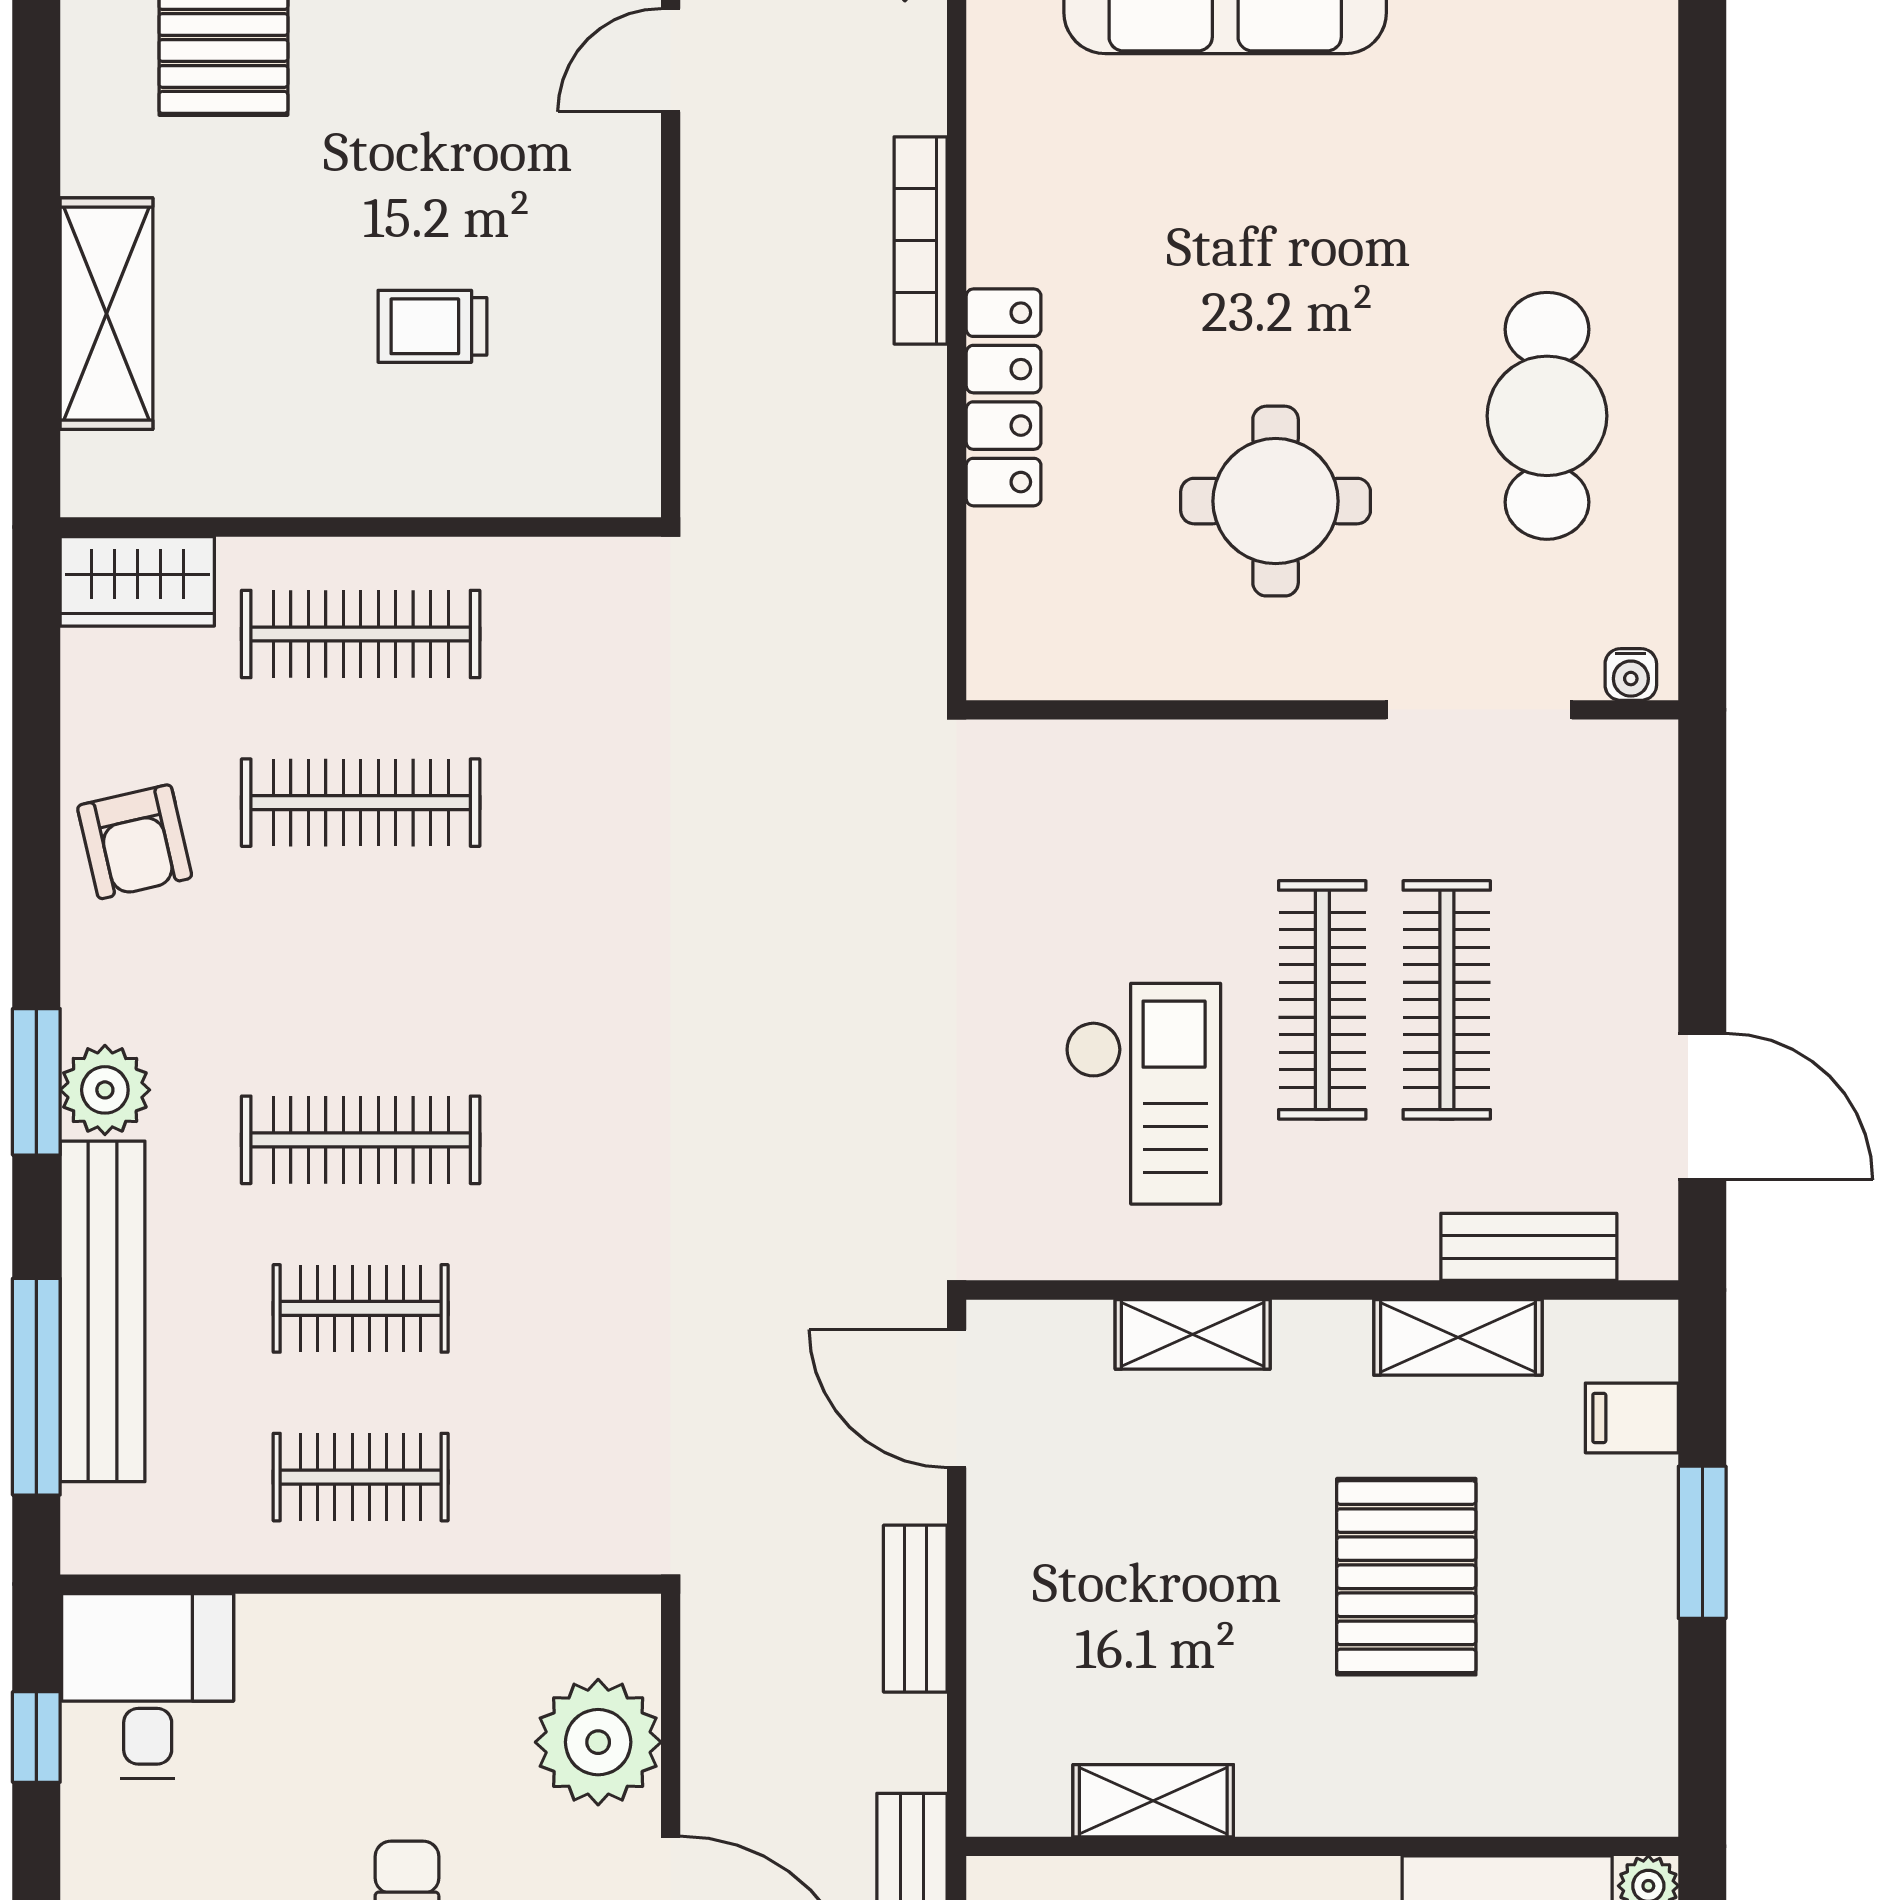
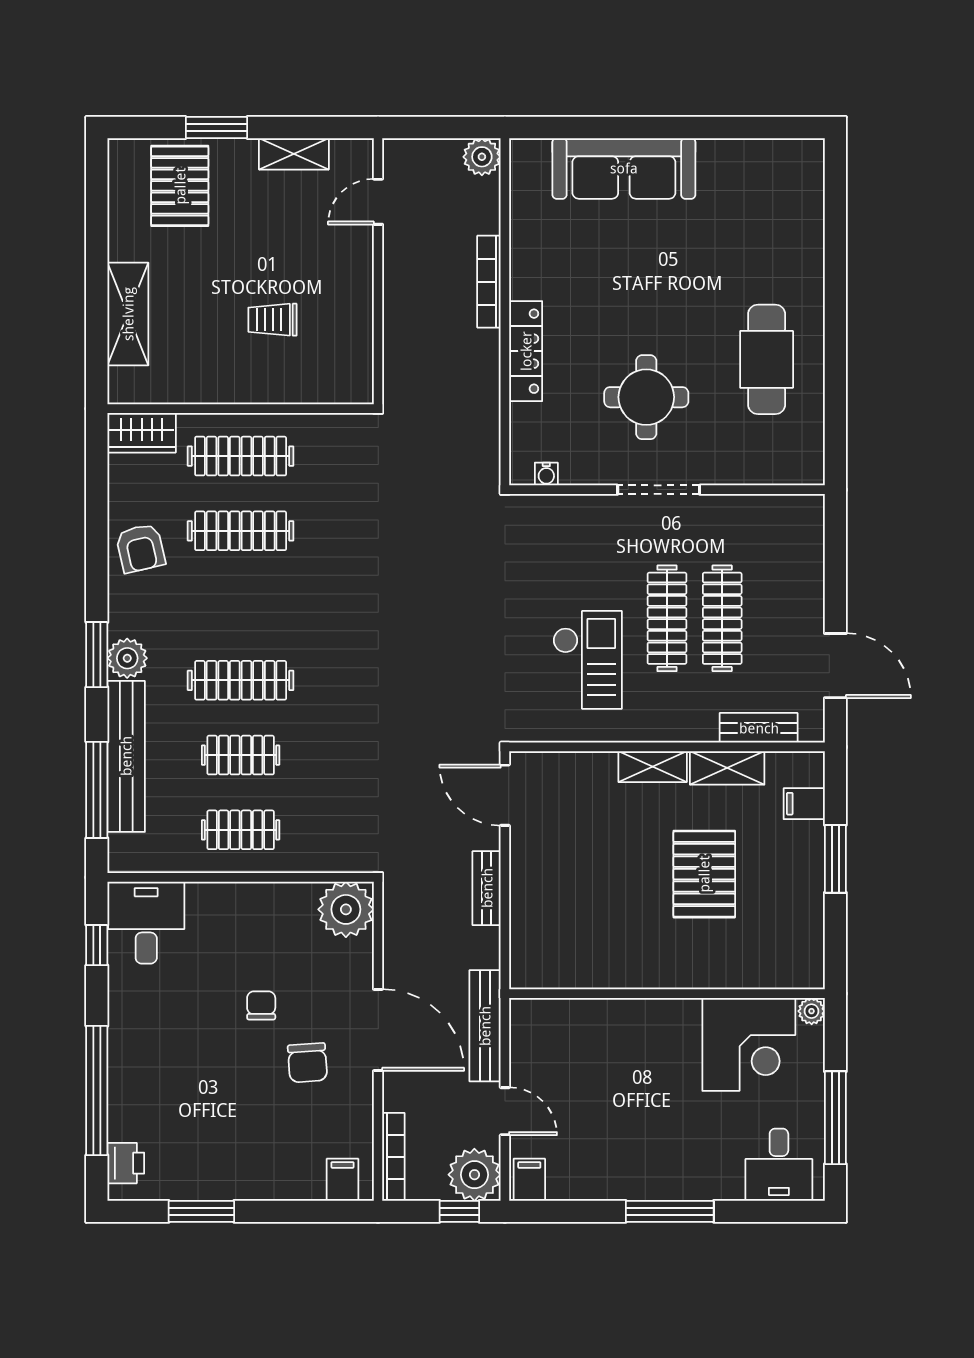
water cooler: (1631, 674) -> (546, 474), moved
doorway: (1479, 710) -> (659, 490), moved
shelving: (1193, 1334) -> (653, 767), moved
plant: (598, 1742) -> (346, 909), moved
shelving: (1153, 1801) -> (592, 973), removed

